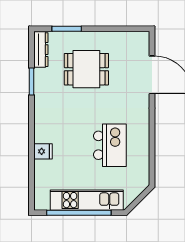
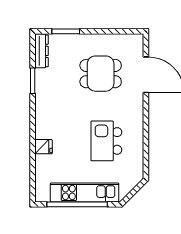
dining table: (86, 69) -> (101, 74), moved
kitchen island: (110, 145) -> (106, 141), turned 180

